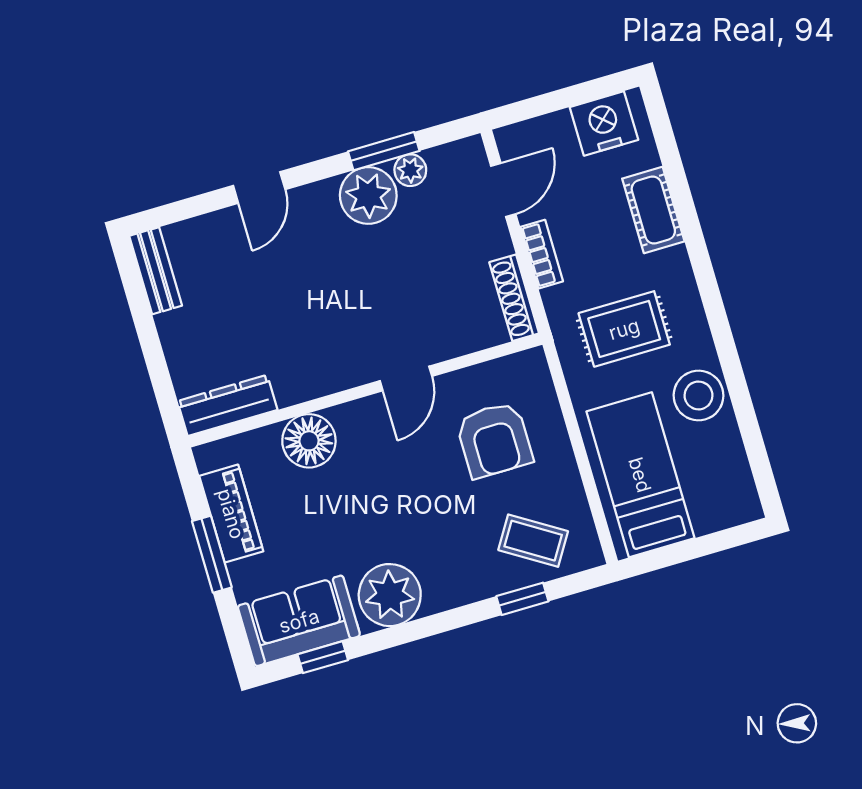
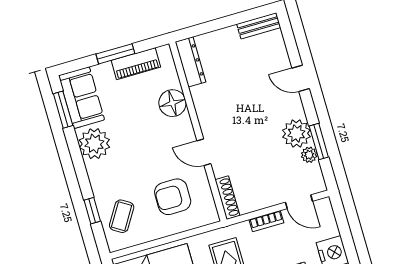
shoe rack: (514, 298) -> (227, 198), moved, turned 90
window: (323, 657) -> (63, 110), width x1.50

